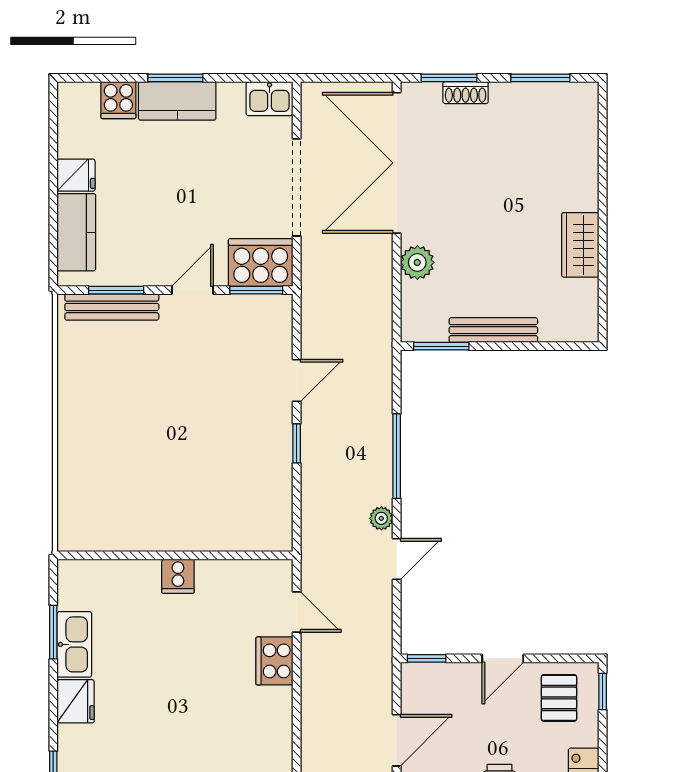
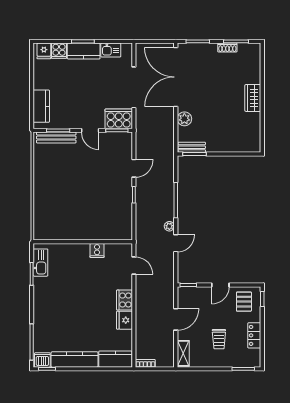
shoe rack: (466, 93) -> (227, 48), moved
kitchen sink: (270, 99) -> (111, 50), moved
fridge: (76, 175) -> (44, 51), moved, turned 90
wardrobe: (580, 245) -> (253, 98), moved
door: (192, 290) -> (90, 130), swing flipped
bench: (493, 330) -> (192, 147), moved, width x0.73
cooker: (178, 576) -> (97, 251), moved
kitchen sink: (74, 644) -> (40, 263), moved
cooker: (274, 661) -> (124, 300), moved
fridge: (76, 701) -> (124, 320), moved, turned 180

